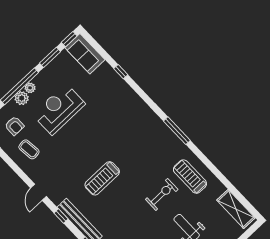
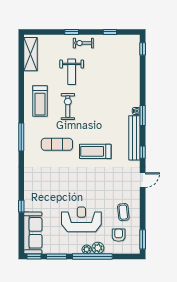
sofa: (85, 54) -> (33, 233), width x1.36
reception desk: (59, 109) -> (81, 219), turned 180
exercise mat: (140, 153) -> (57, 144), added
treadmill: (102, 178) -> (95, 151), turned 180
exercise bike: (162, 194) -> (68, 107), turned 90

